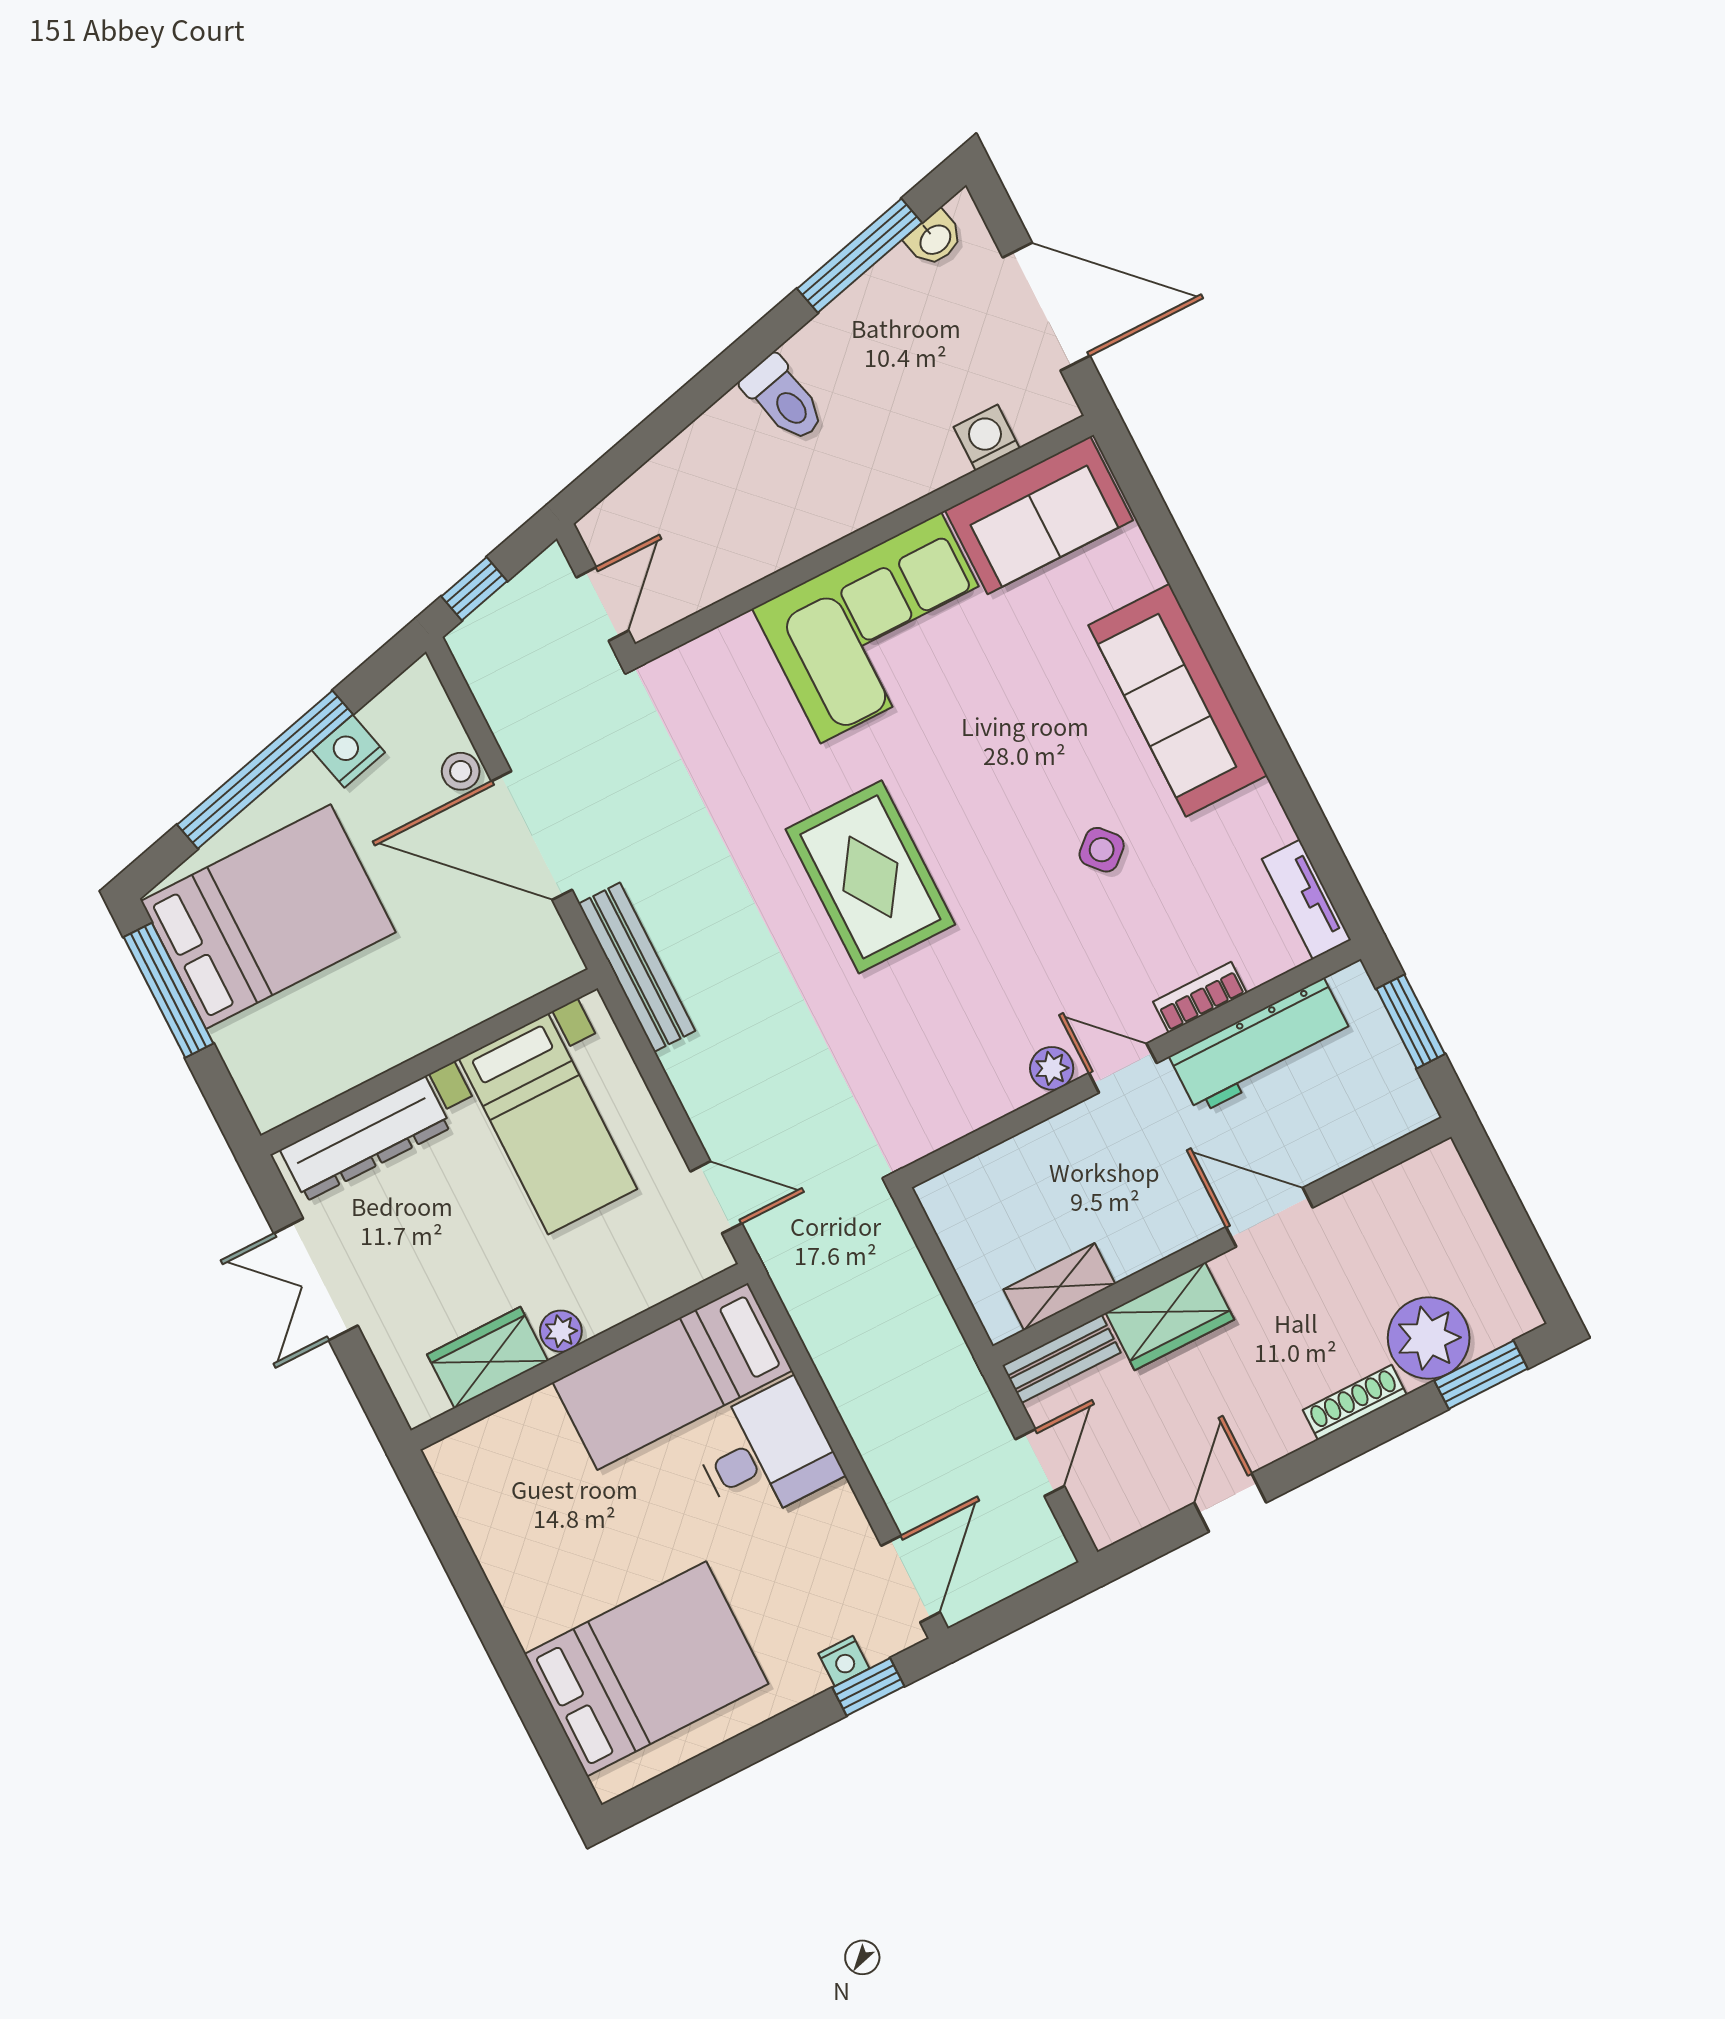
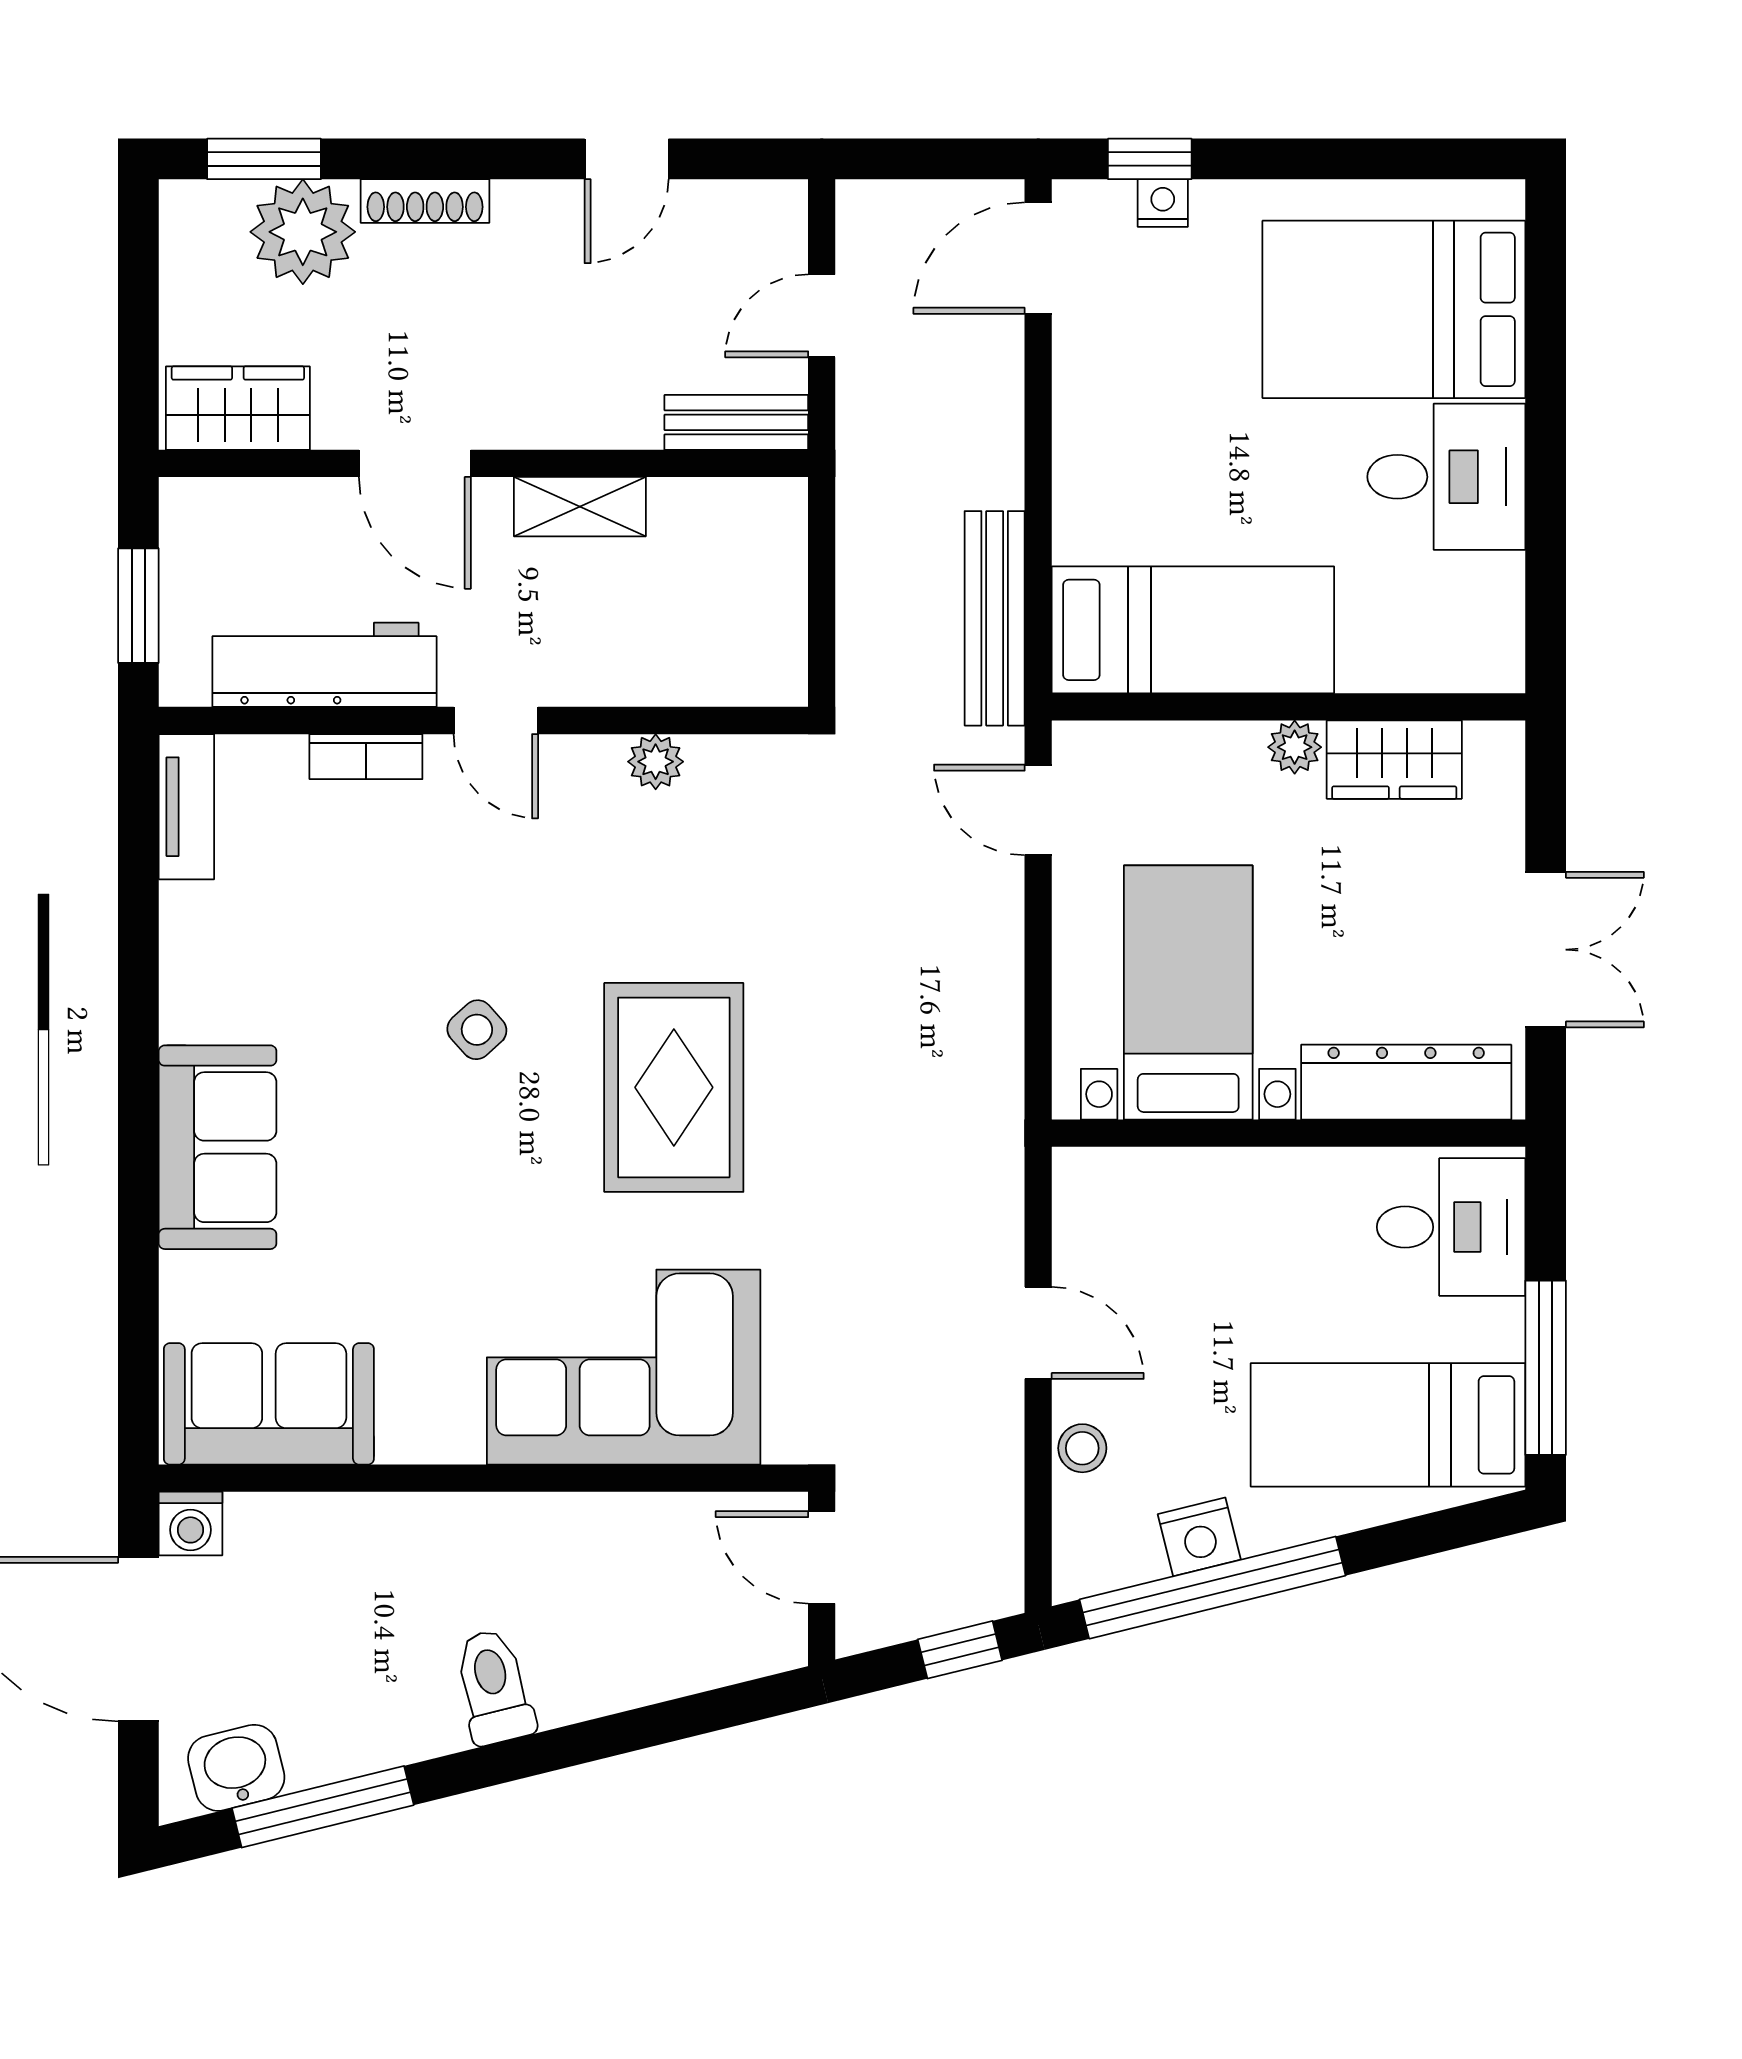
washbasin: (935, 239) -> (236, 1768), width x1.38, depth x1.45
washing machine: (987, 438) -> (191, 1524), moved
door: (602, 604) -> (822, 1557), hinge flipped
corner sofa: (881, 628) -> (624, 1367), moved
sofa: (1178, 700) -> (218, 1147), width x0.73
window: (265, 770) -> (1213, 1588), moved
door: (532, 835) -> (1038, 1333), width x0.53
side table: (1102, 850) -> (477, 1030), moved
bed: (268, 917) -> (1388, 1425), width x0.67
bench: (637, 967) -> (995, 618), moved
desk: (284, 1054) -> (1451, 1227), added
plant: (1052, 1068) -> (656, 762), moved
shelving: (1059, 1287) -> (580, 507), moved
wardrobe: (1170, 1316) -> (238, 408), moved
desk: (766, 1453) -> (1446, 477), moved, turned 180

